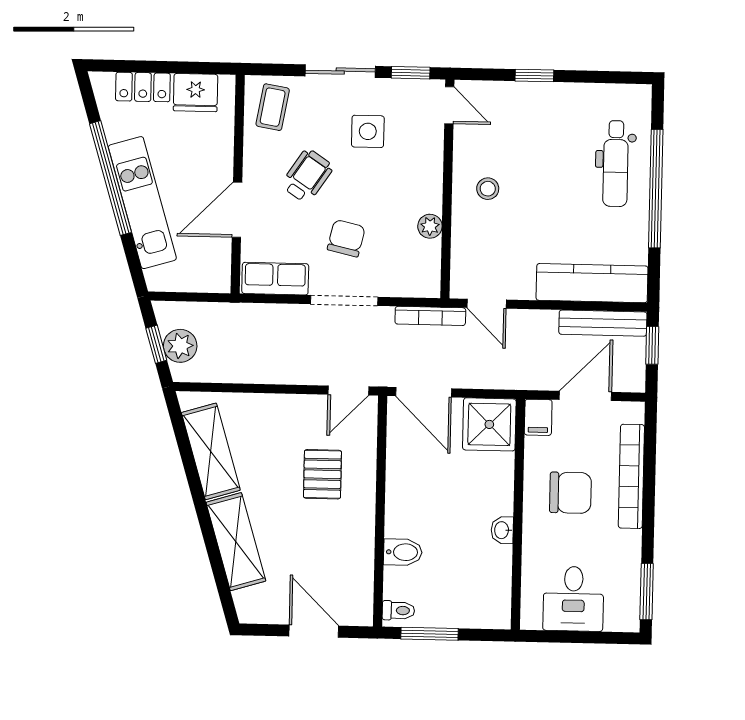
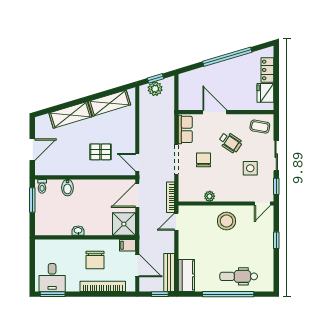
stool: (488, 189) -> (226, 221), width x1.89, depth x1.89
kitchen unit: (142, 203) -> (217, 71), removed
chair: (346, 238) -> (204, 160), turned -103
kitchen counter: (592, 283) -> (186, 275), width x0.67
desk: (573, 599) -> (52, 277), moved, turned -90

